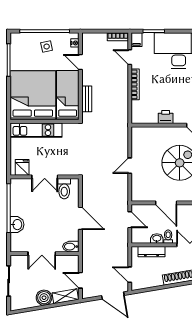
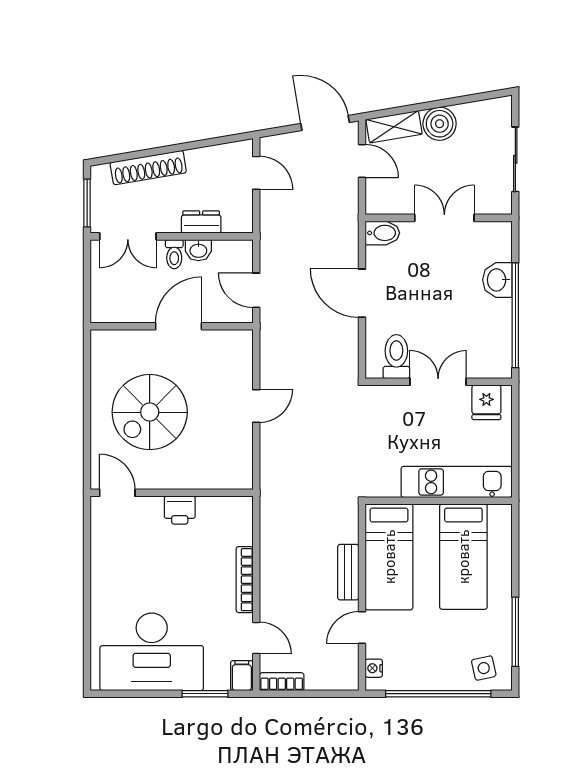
side table: (47, 46) -> (484, 668), moved
door: (80, 62) -> (362, 628), swing flipped
bed: (33, 95) -> (463, 557), width x0.49
bench: (87, 99) -> (348, 572), moved
door: (166, 203) -> (179, 326), hinge flipped
dresser: (151, 252) -> (201, 222), width x0.70
door: (113, 295) -> (325, 123), moved

